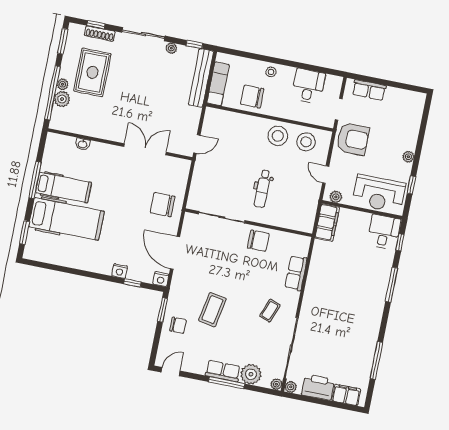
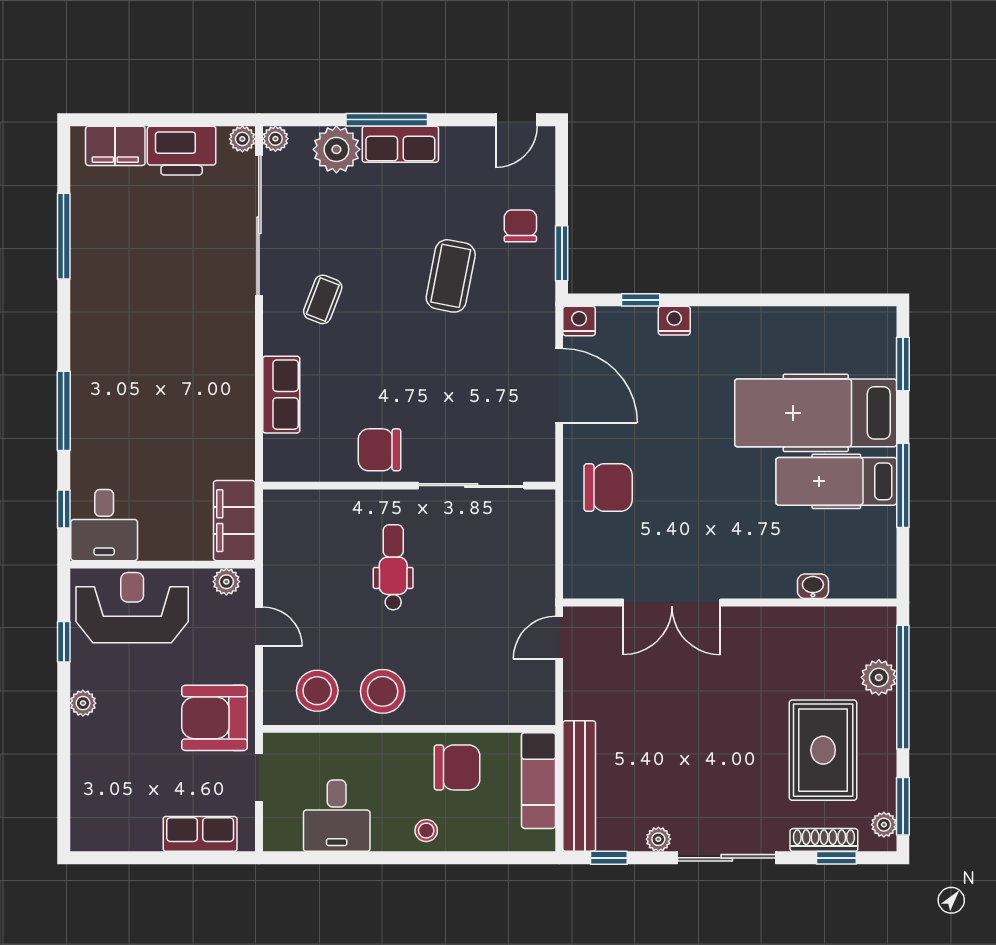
plant: (63, 84) -> (884, 825), moved
chair: (178, 325) -> (520, 226), turned 90

